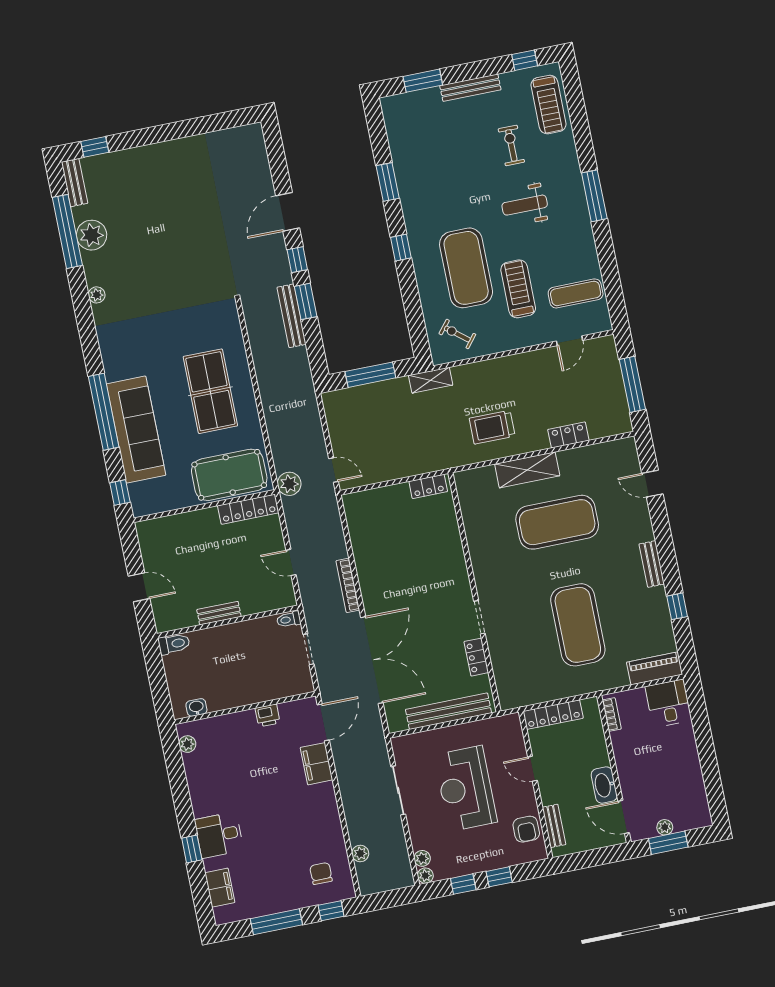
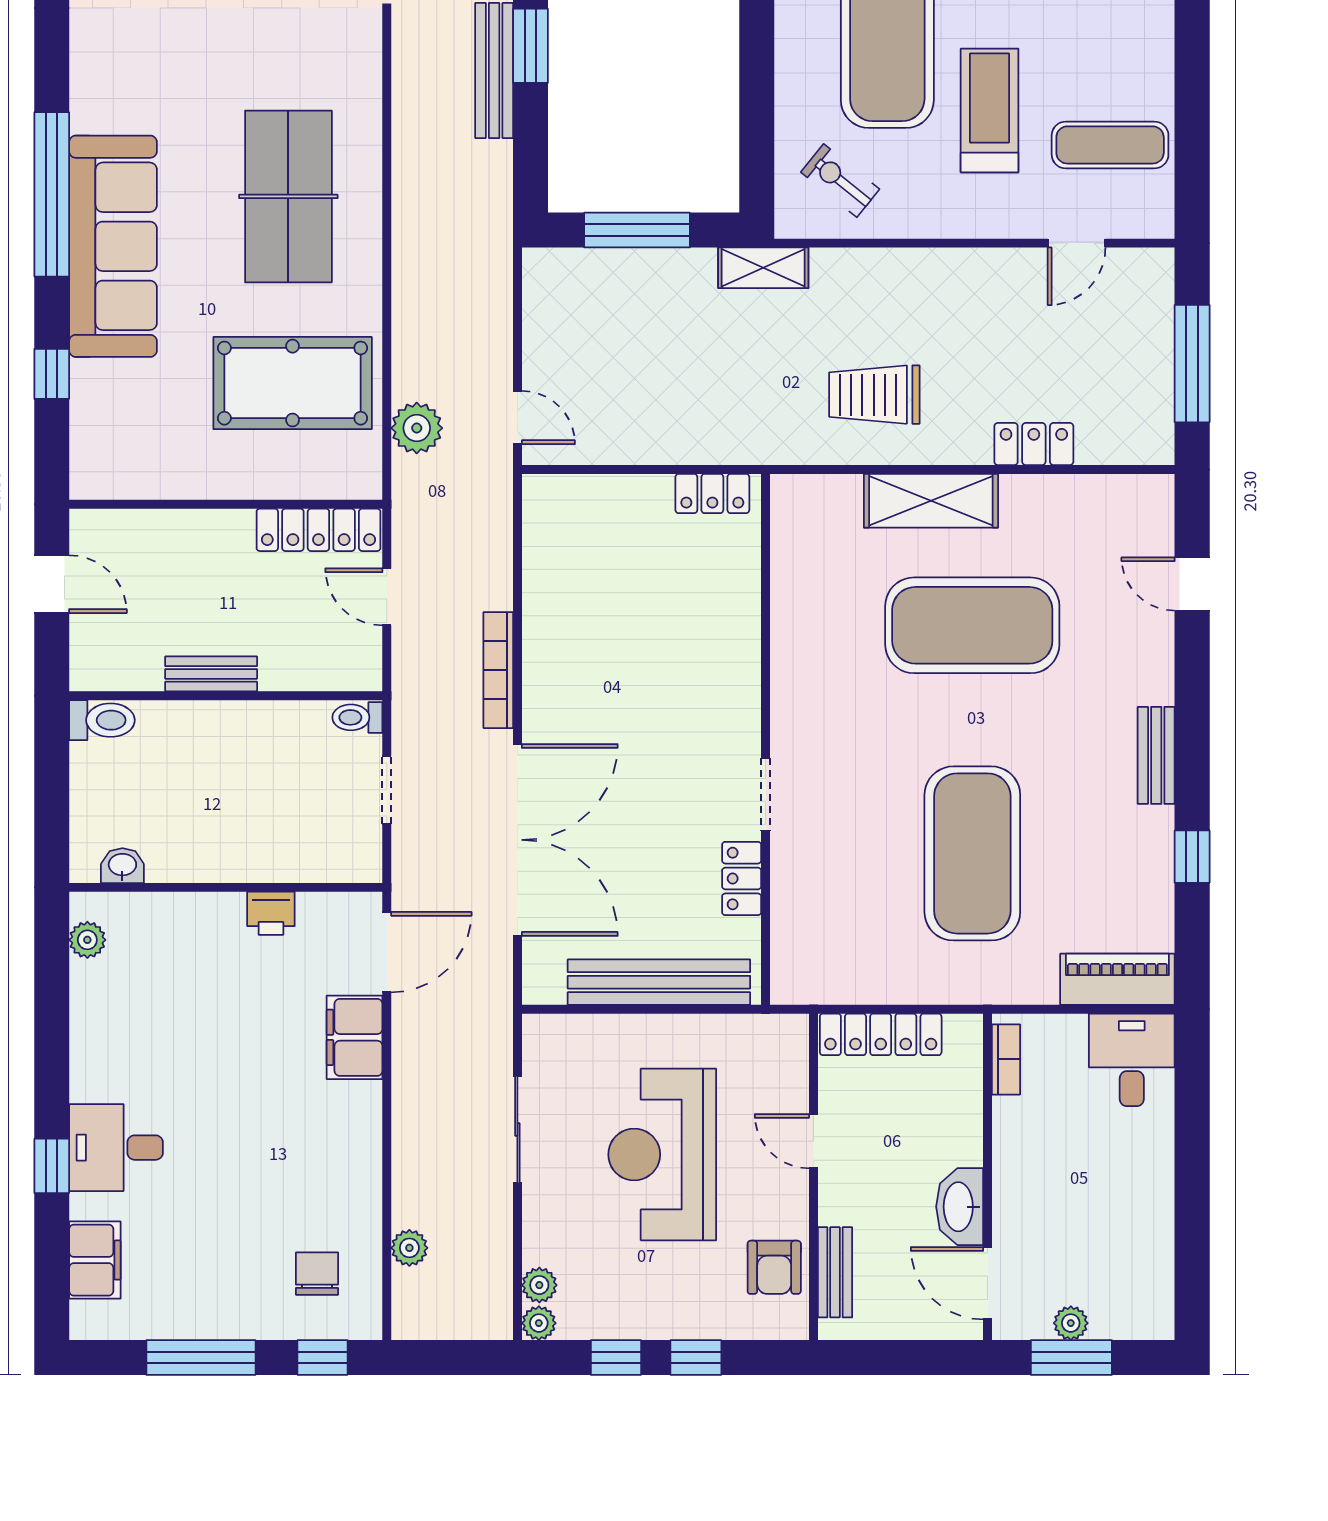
wall: (204, 506) -> (226, 504), moved
locker: (248, 509) -> (318, 530), moved

